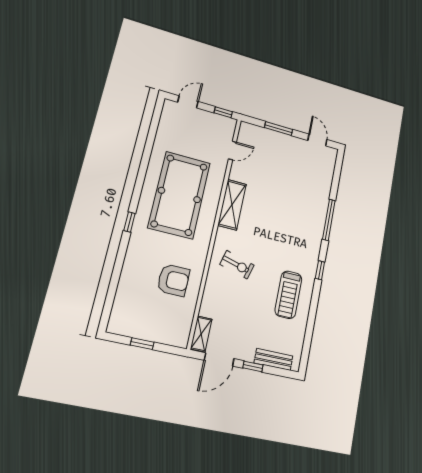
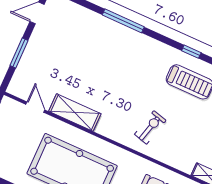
shelving: (232, 205) -> (75, 112), moved
window: (320, 270) -> (191, 52), moved

